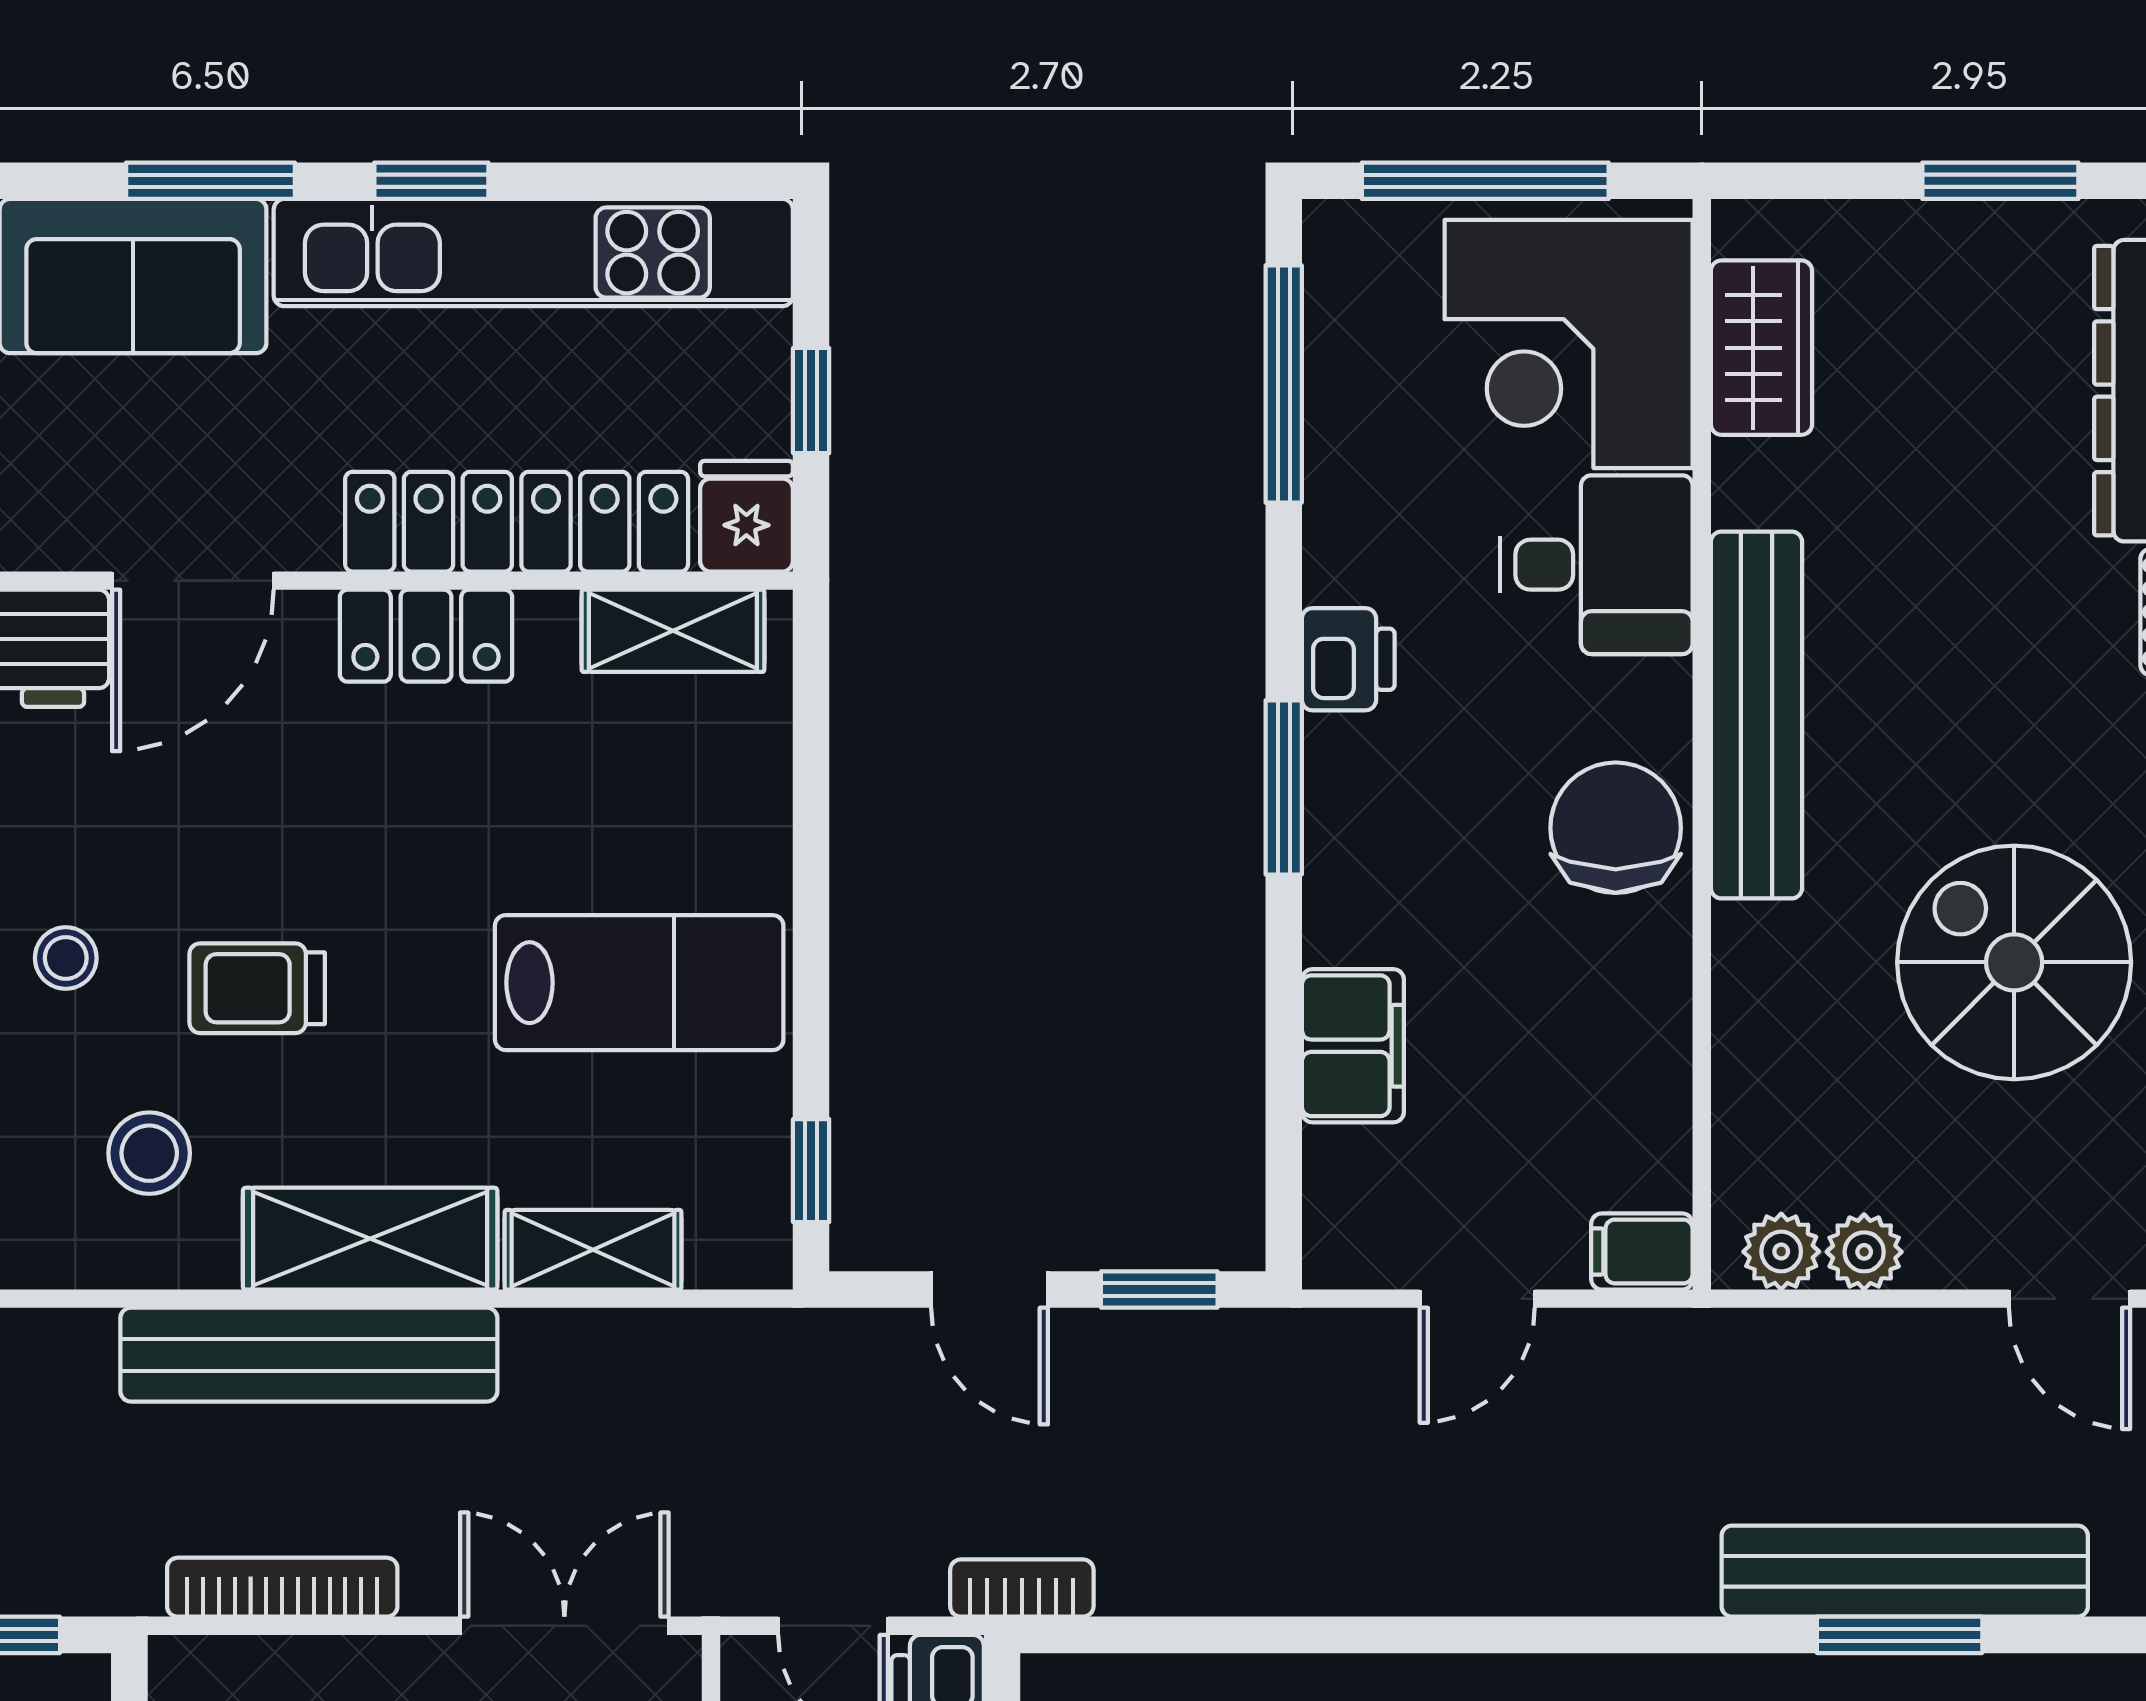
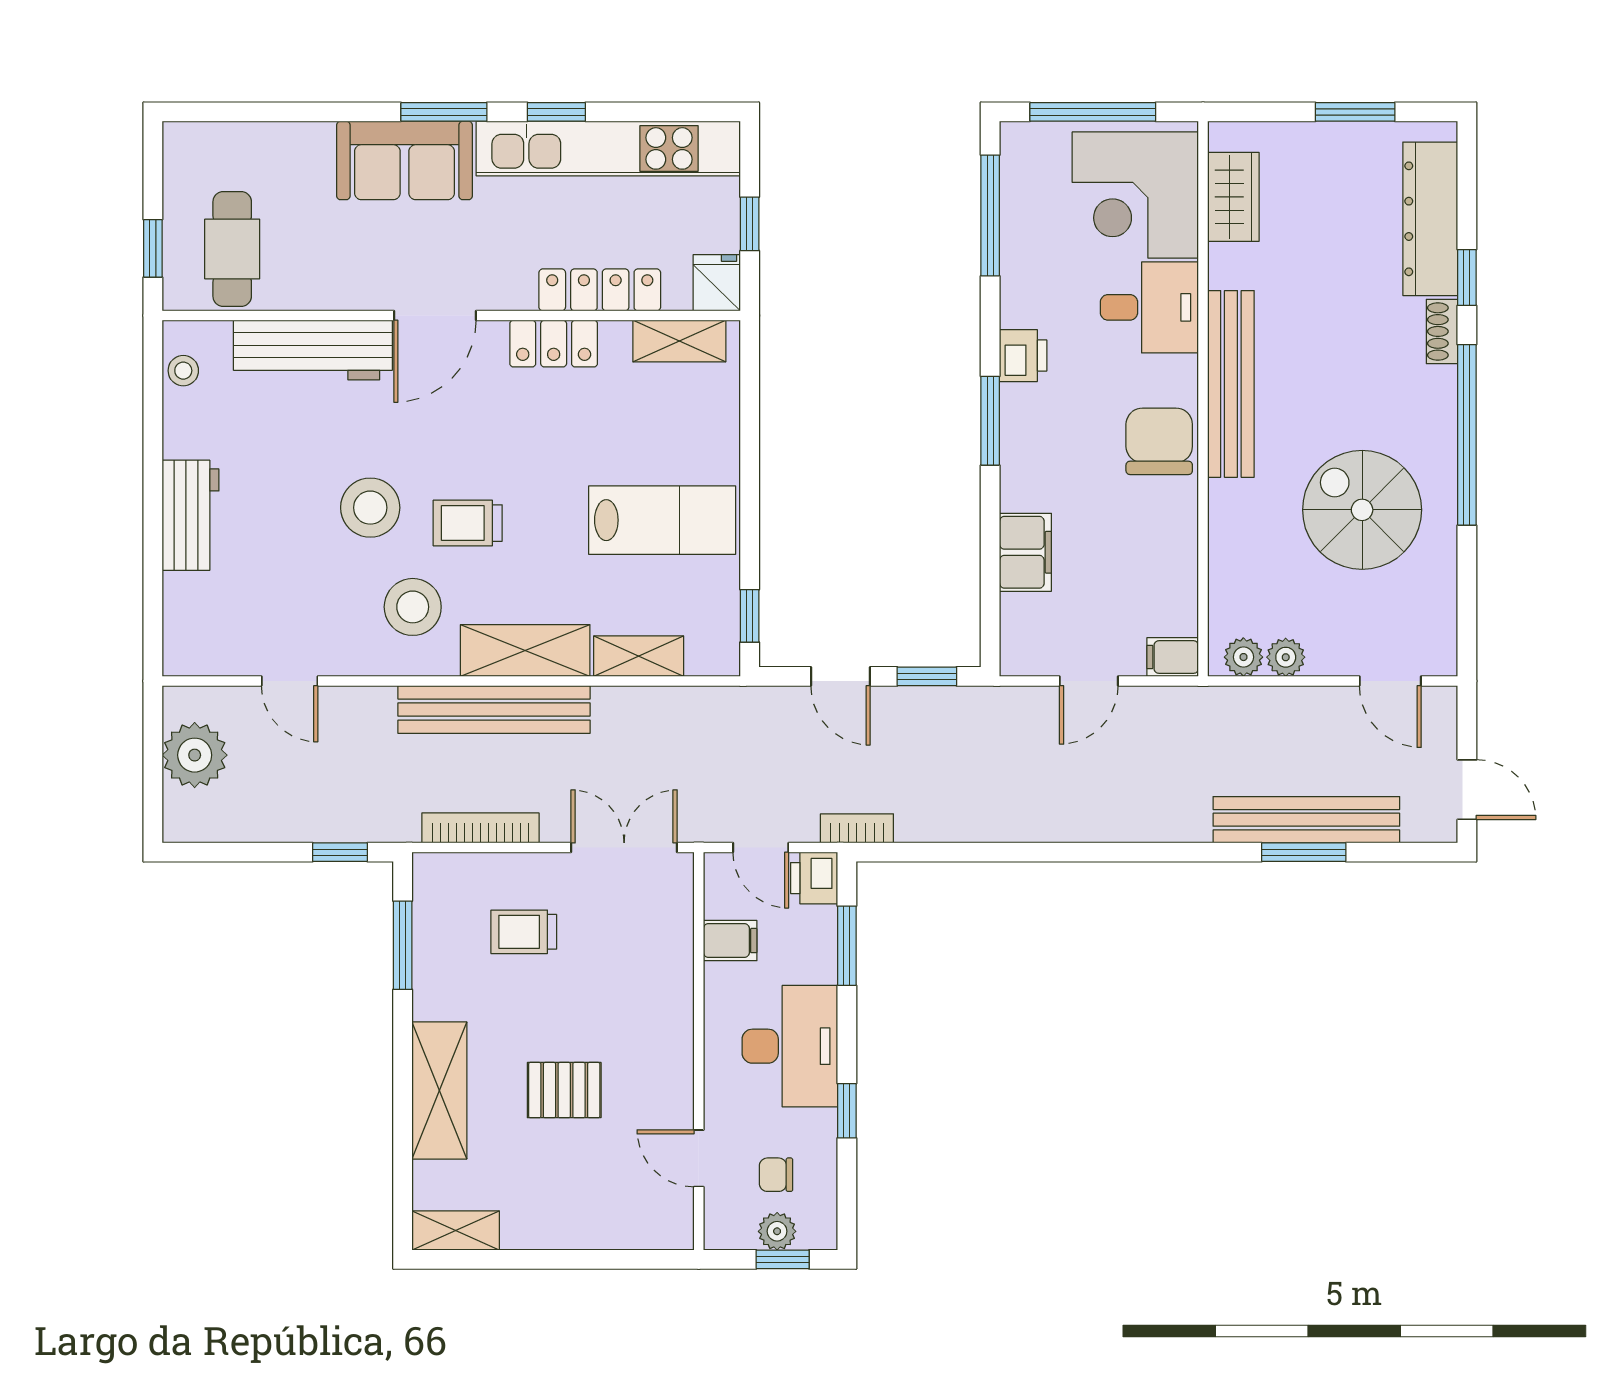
locker: (517, 522) -> (600, 290), width x0.71, depth x0.83
stool: (66, 958) -> (370, 508), width x1.89, depth x1.89
stool: (149, 1153) -> (413, 607), width x1.38, depth x1.38

